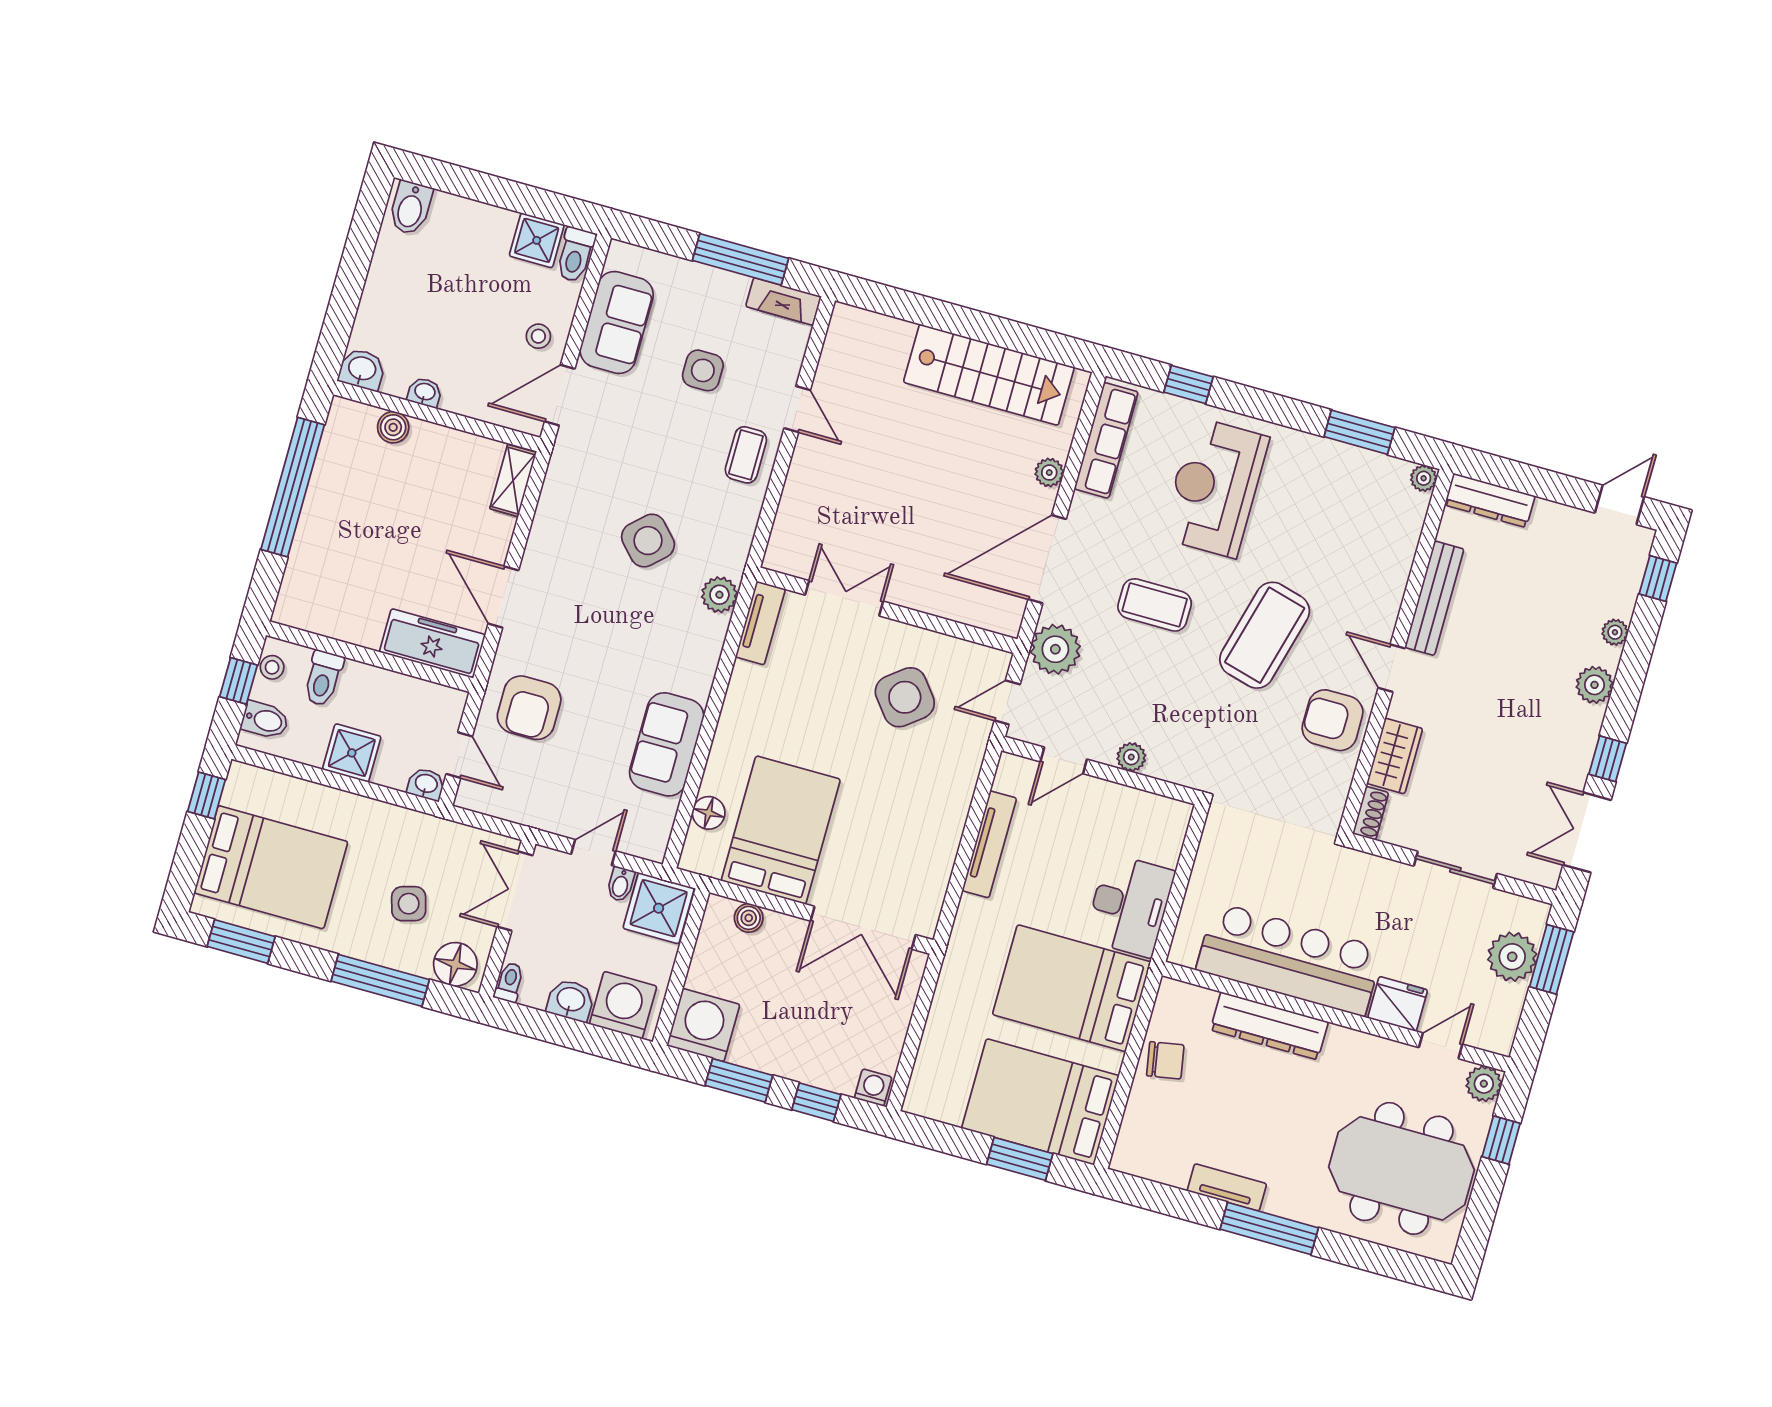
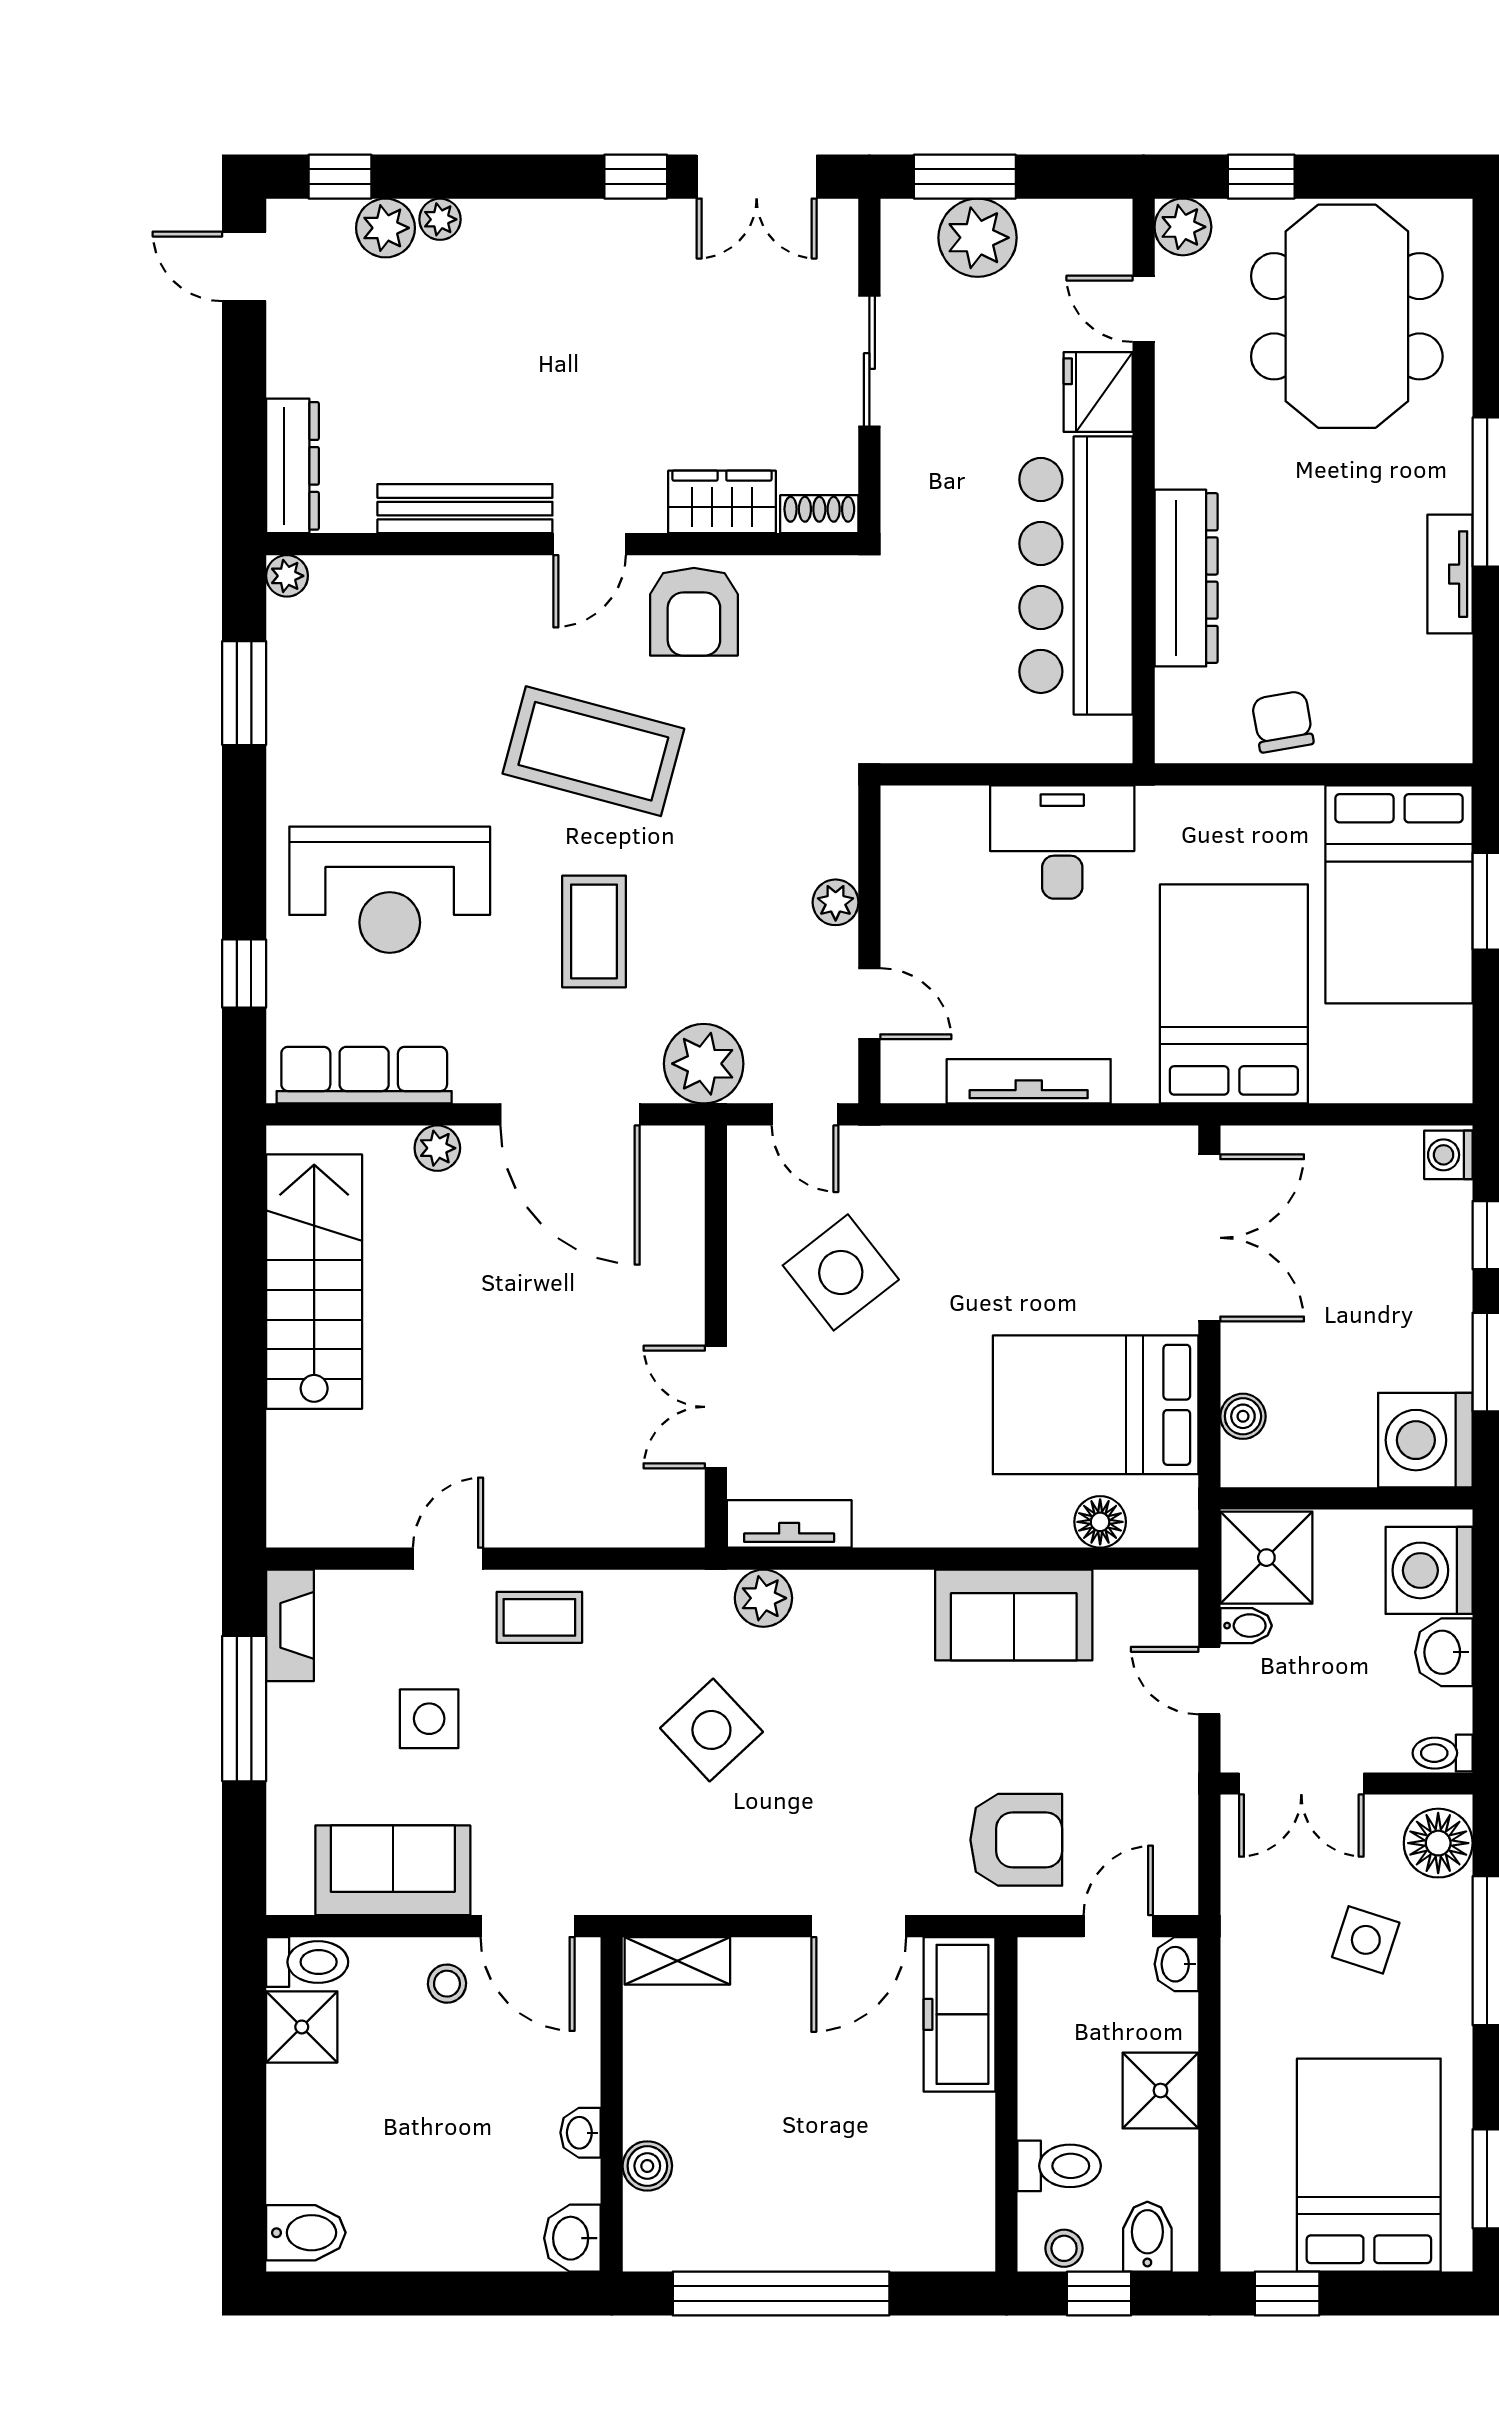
plant: (1594, 685) -> (386, 228), moved
side table: (409, 904) -> (1366, 1940), turned 34
bed: (1072, 988) -> (1234, 994), moved, turned 180

